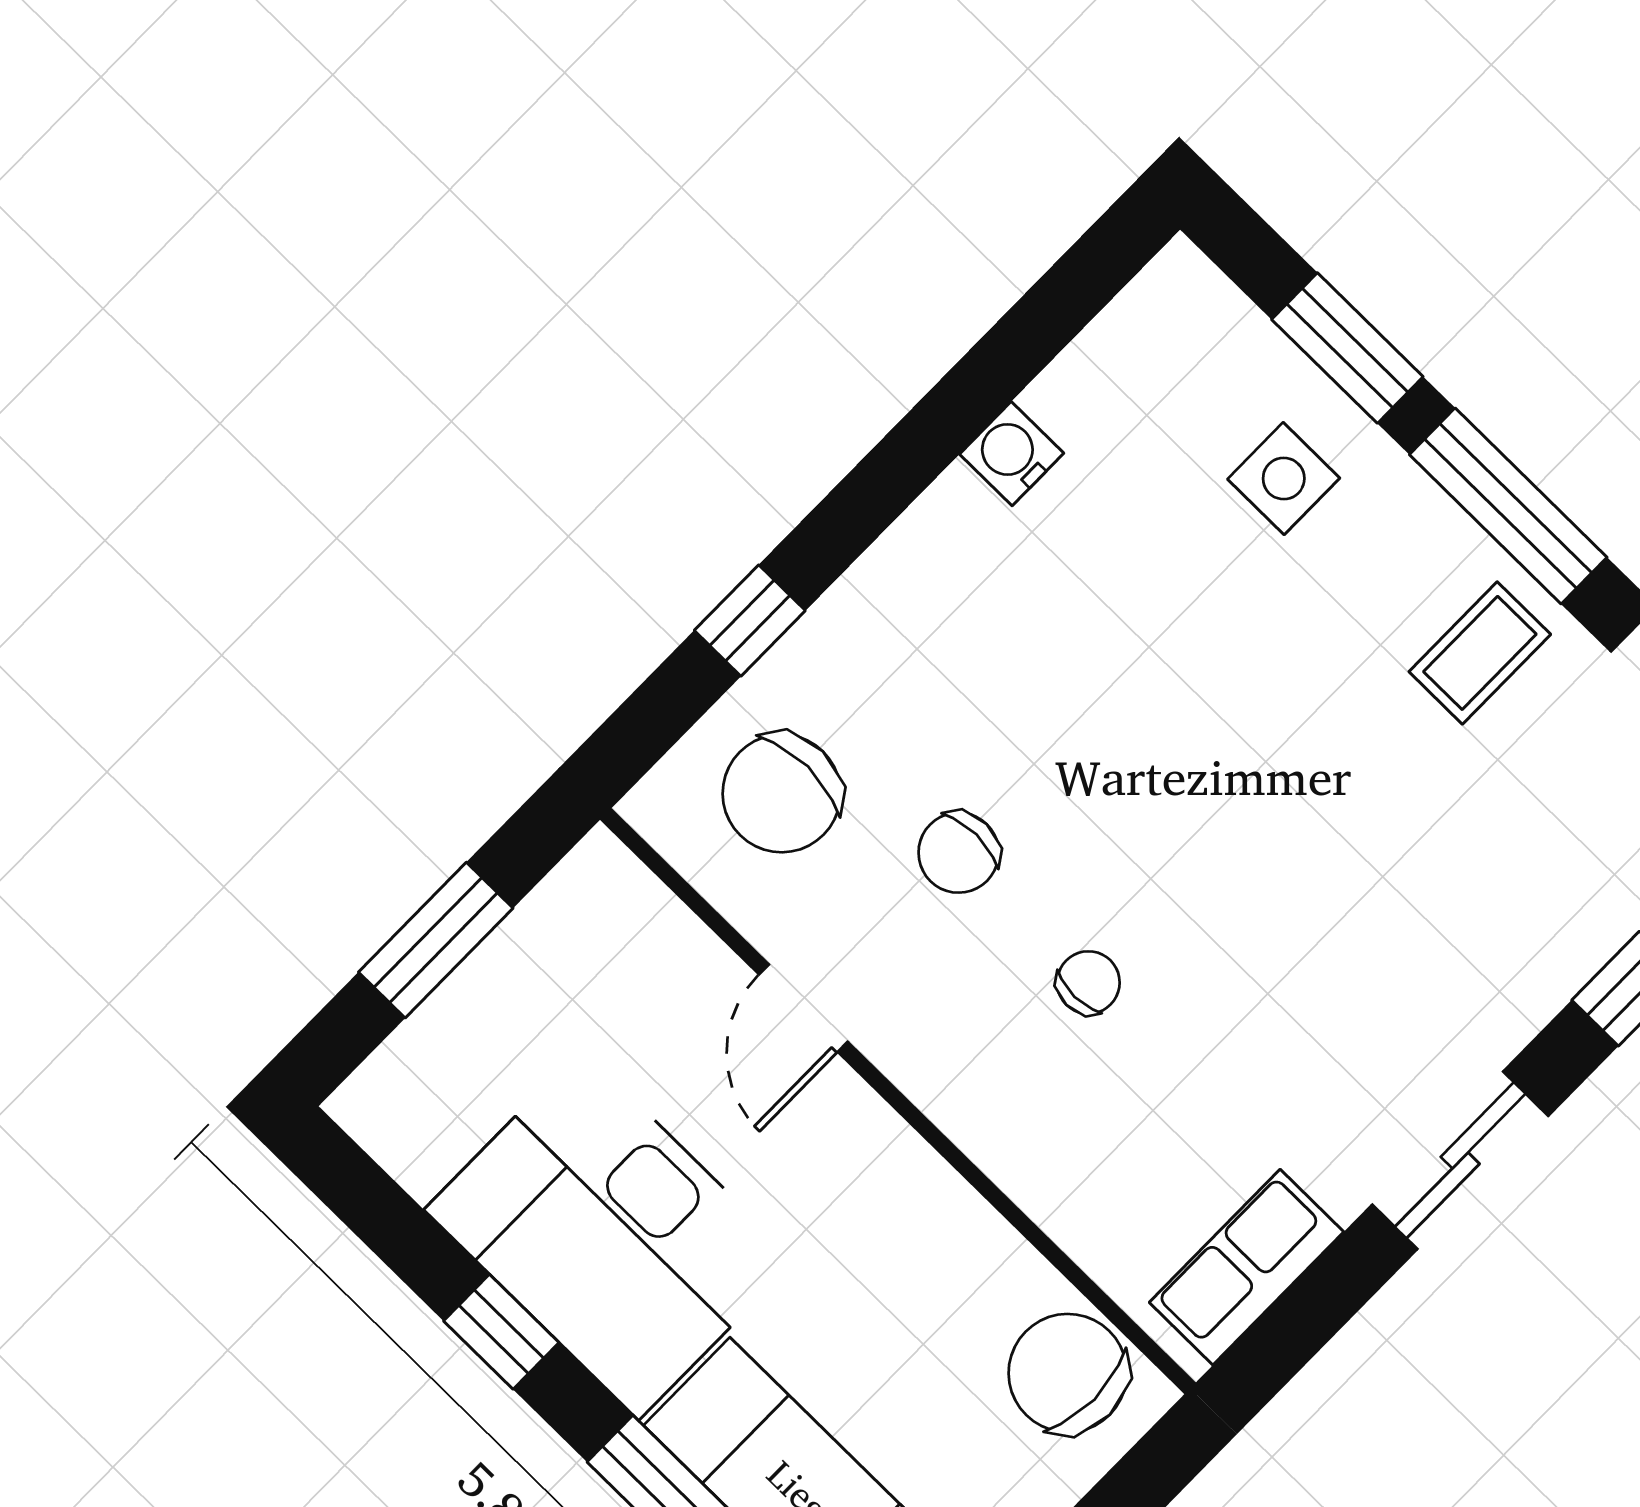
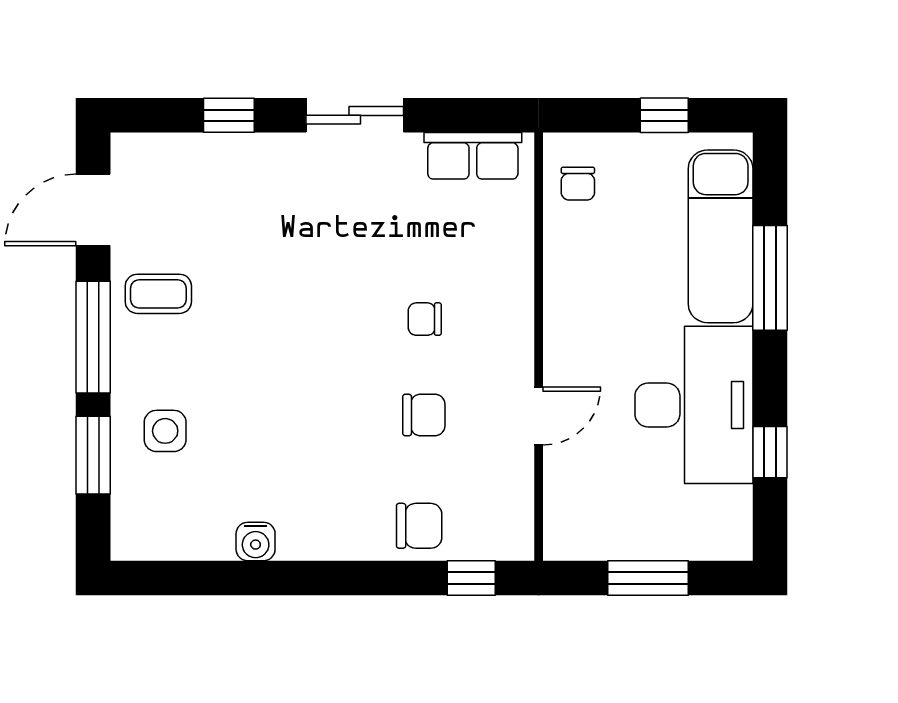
window: (750, 621) -> (471, 578), moved
chair: (782, 793) -> (419, 526), moved, width x0.73, depth x0.73
window: (501, 1332) -> (770, 452), moved
chair: (1068, 1373) -> (578, 184), width x0.54, depth x0.54

